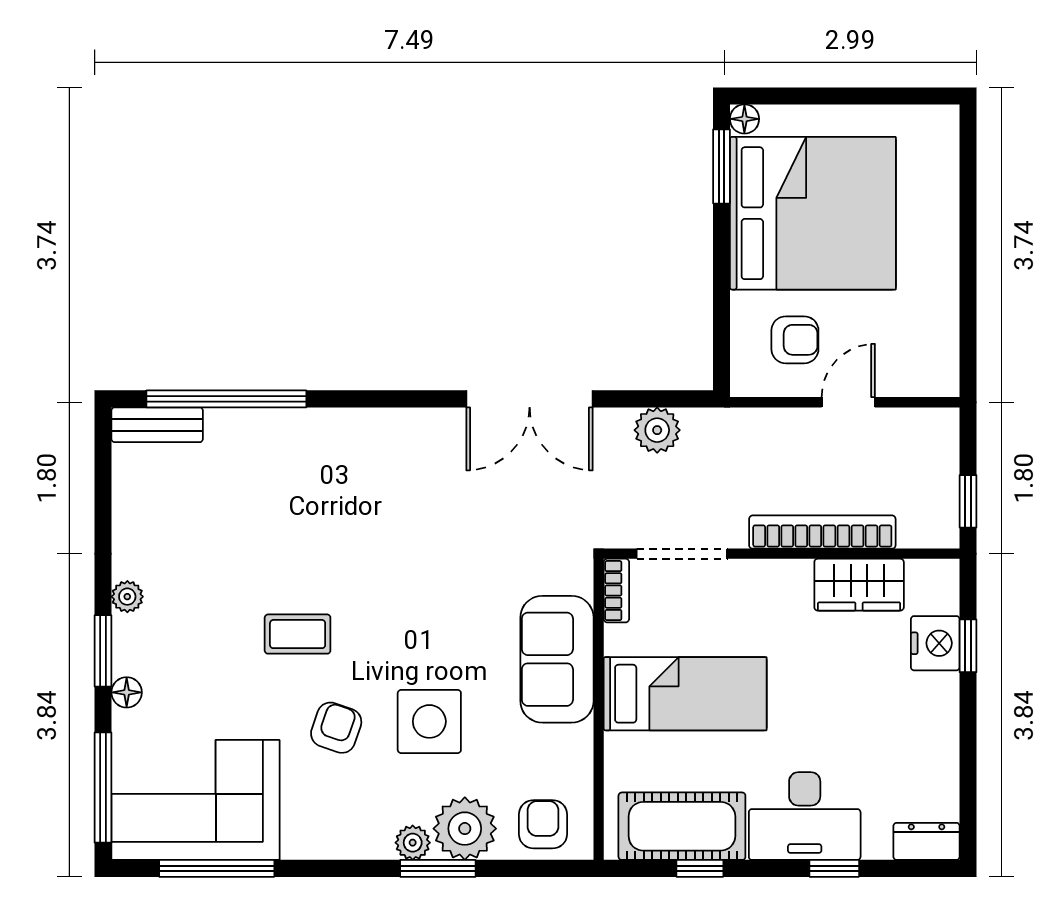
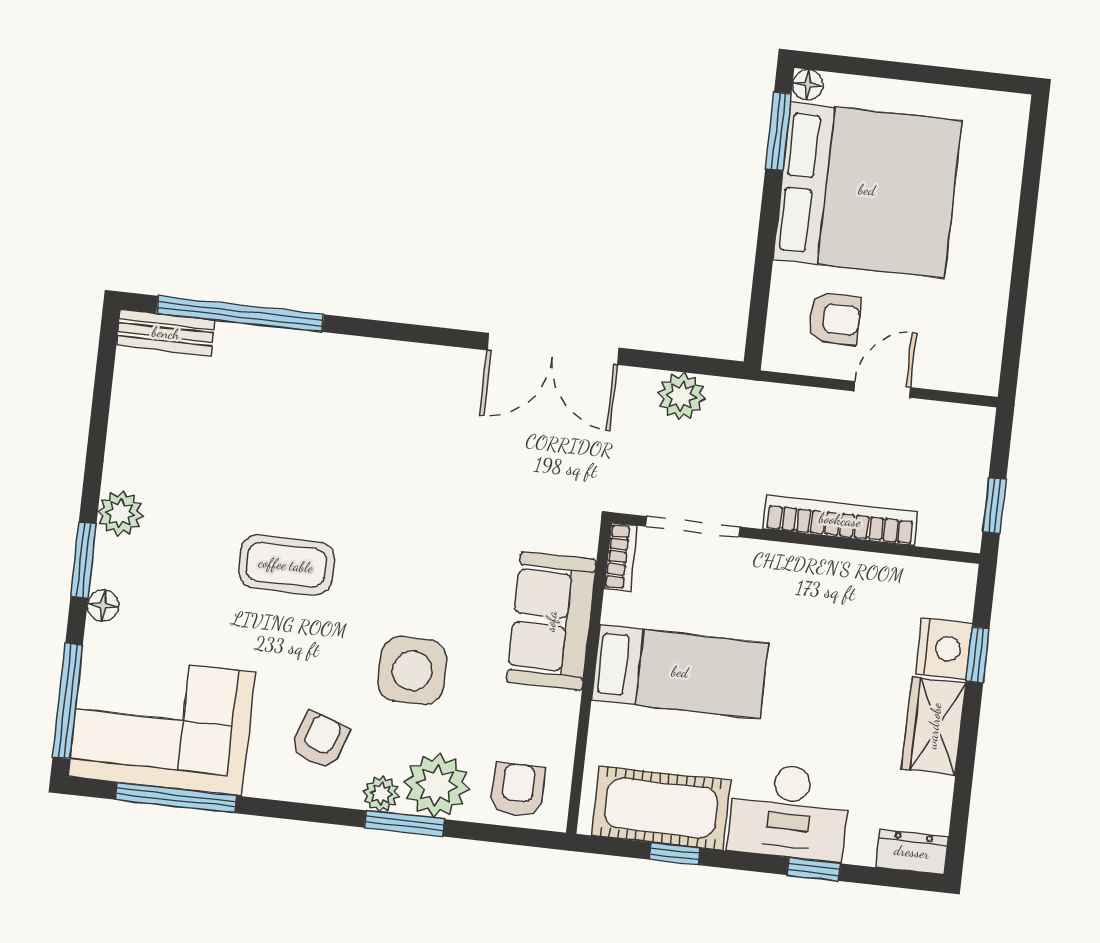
wardrobe: (859, 585) -> (934, 726), moved, turned 90
plant: (127, 597) -> (120, 513), width x1.38, depth x1.38
coffee table: (298, 634) -> (286, 565), width x1.36, depth x1.30
armchair: (336, 728) -> (320, 740), moved

